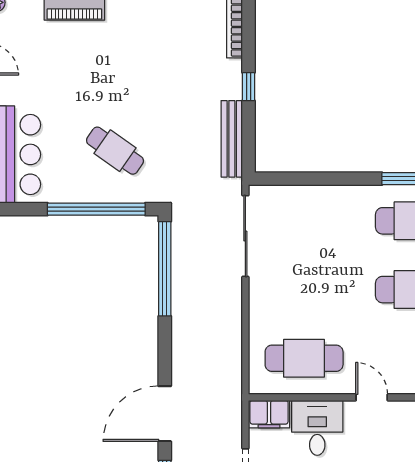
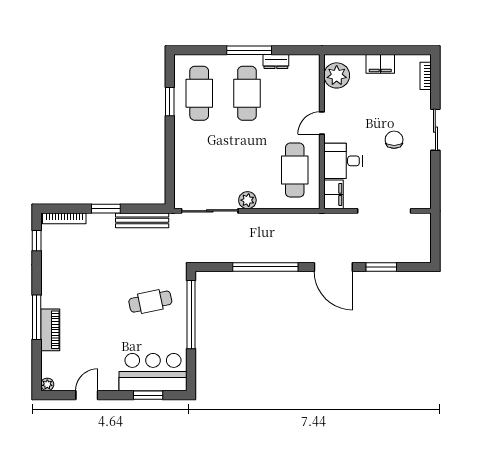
window: (249, 87) -> (106, 209), width x1.50
cafe table: (115, 151) -> (150, 302), turned 43
window: (165, 269) -> (265, 267), moved
plant: (261, 290) -> (247, 200), added

